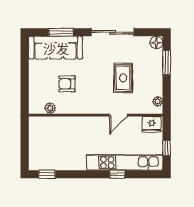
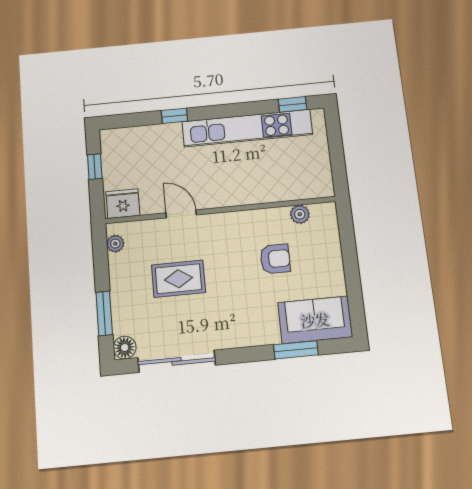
sliding door: (113, 32) -> (177, 361), moved
sofa: (56, 48) -> (315, 320), width x0.73
rug: (123, 78) -> (178, 279), turned 90
door: (118, 115) -> (181, 214), hinge flipped
kitchen unit: (125, 162) -> (247, 128), moved

